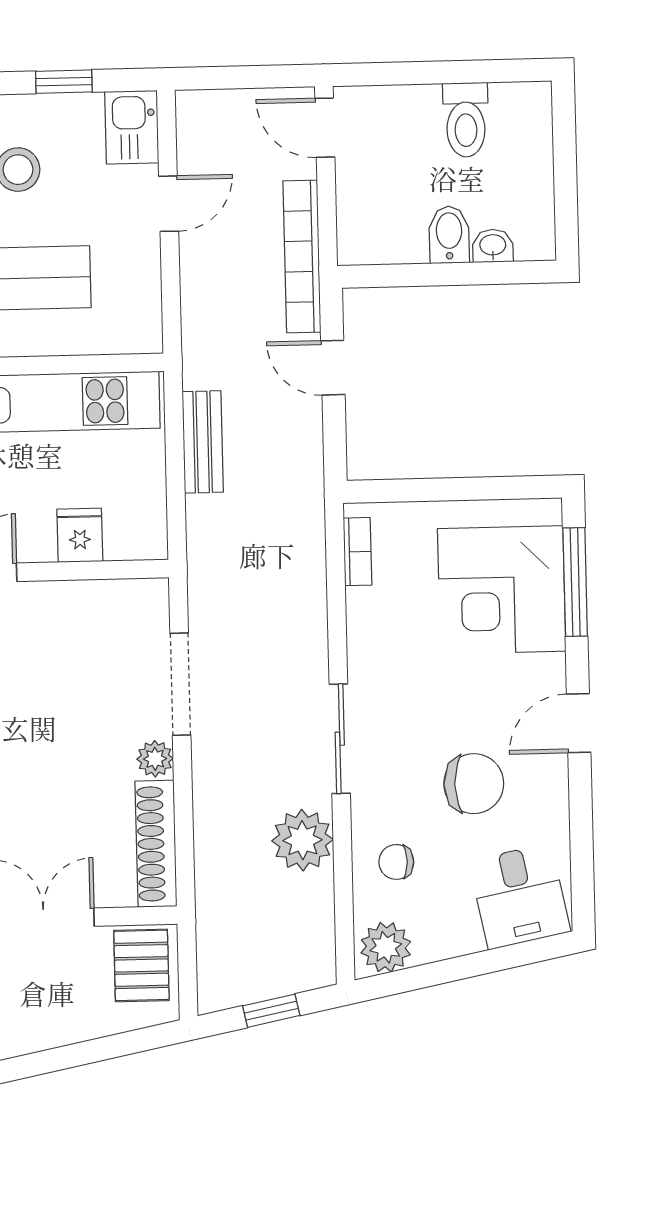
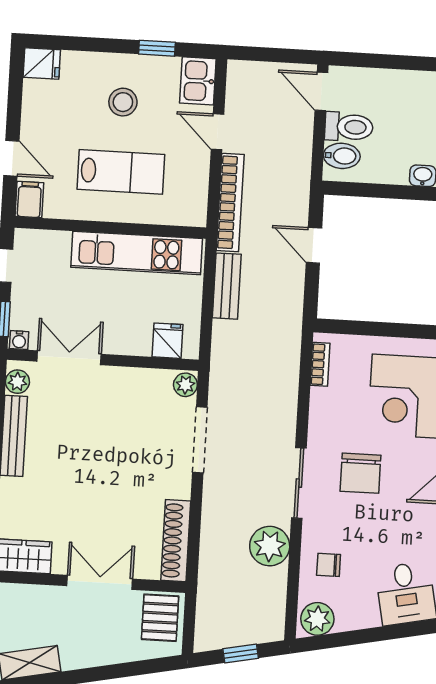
toilet: (466, 120) -> (349, 127), moved, turned -90
door: (169, 204) -> (218, 132), swing flipped
bidet: (449, 235) -> (342, 156), moved, turned 90
bookcase: (302, 256) -> (230, 202), moved, turned 180
fridge: (80, 535) -> (167, 341), moved
plant: (155, 759) -> (185, 385), moved
chair: (474, 784) -> (360, 473), moved, turned 90

